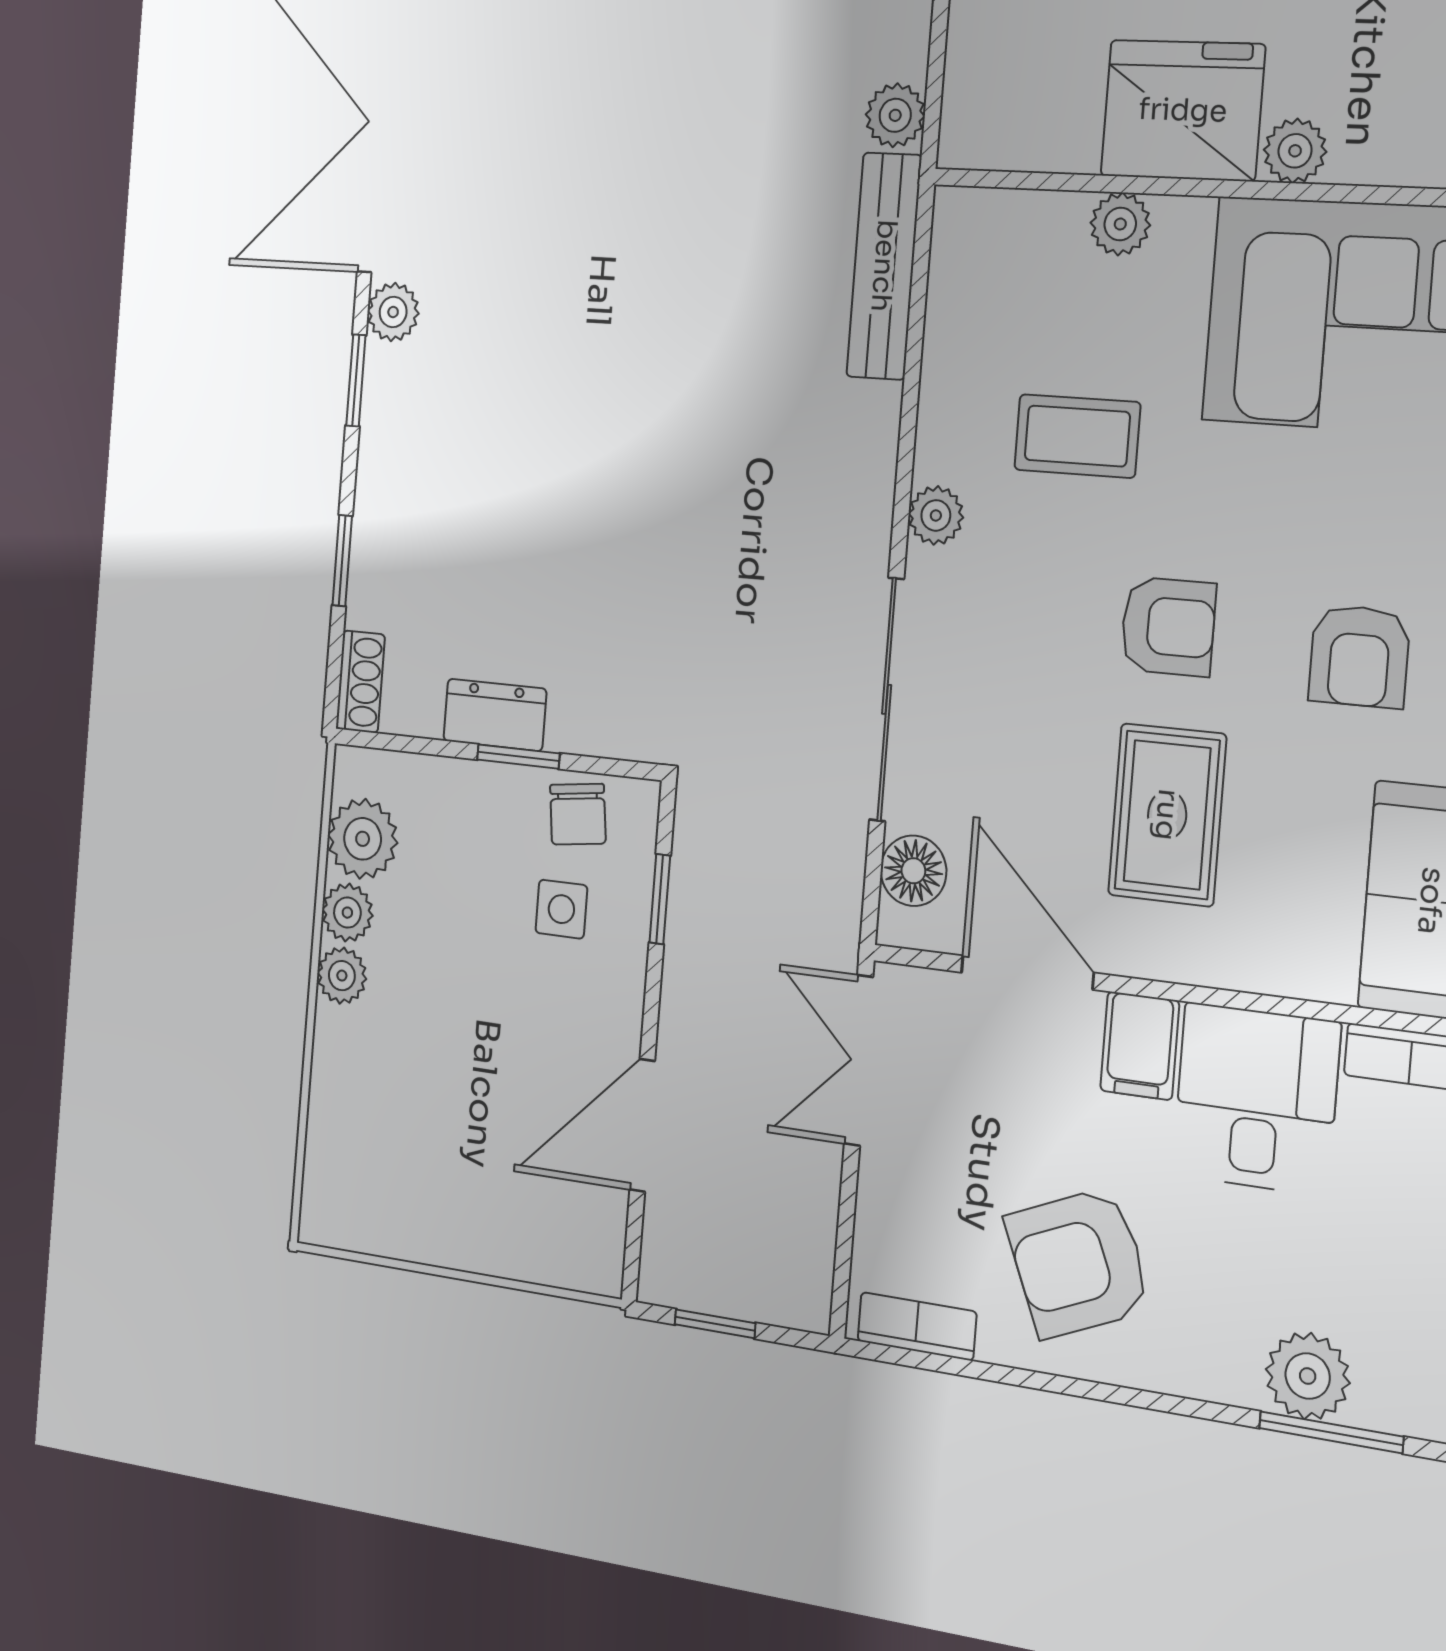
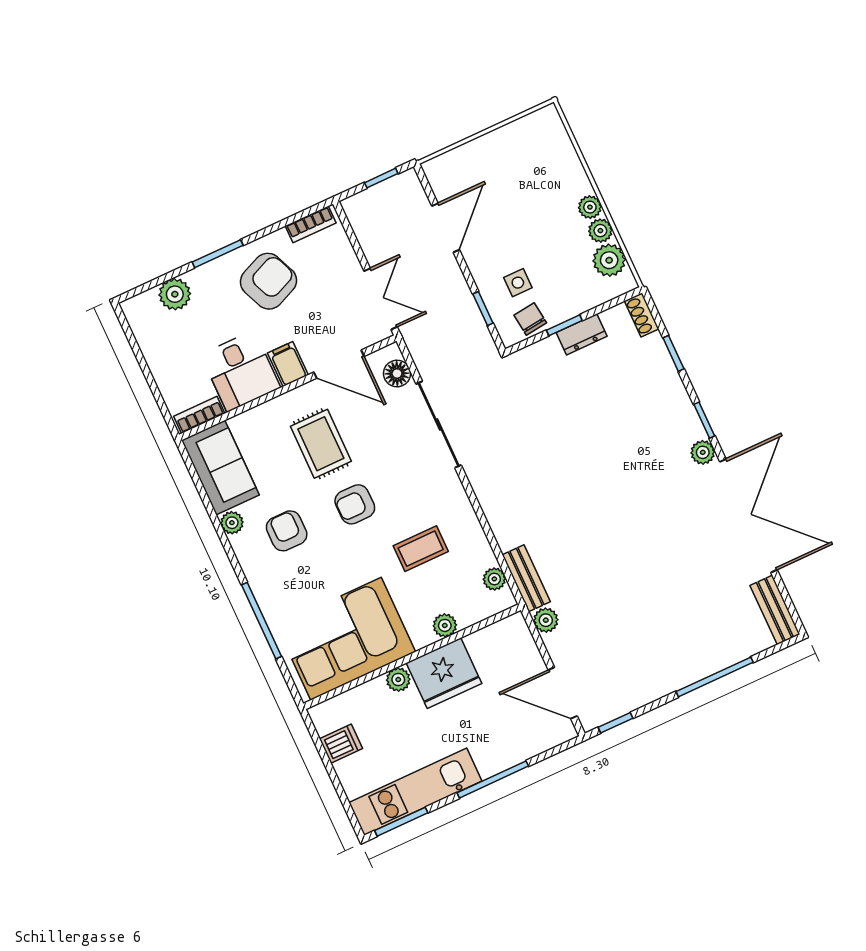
bench: (884, 266) -> (526, 578), width x0.73
plant: (936, 515) -> (494, 579), moved
window: (1331, 1432) -> (218, 254), moved

